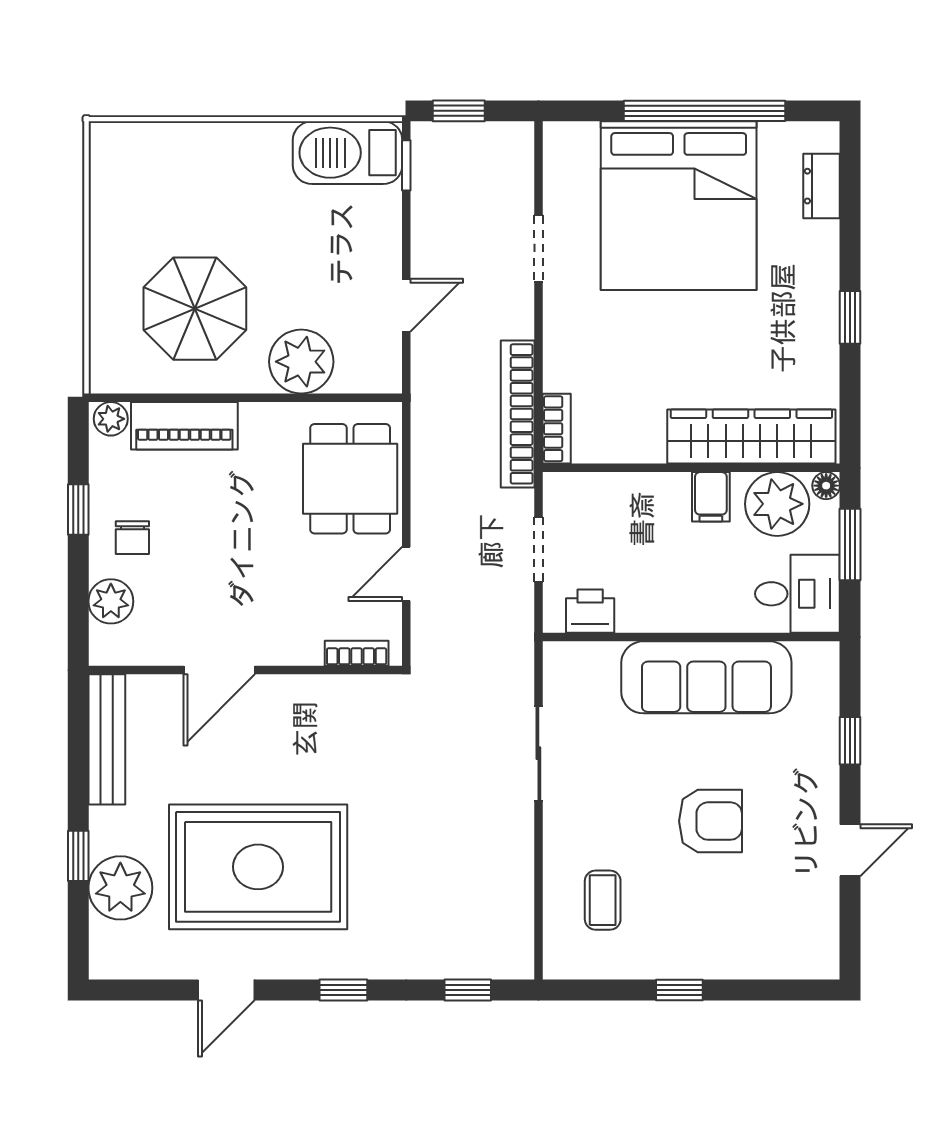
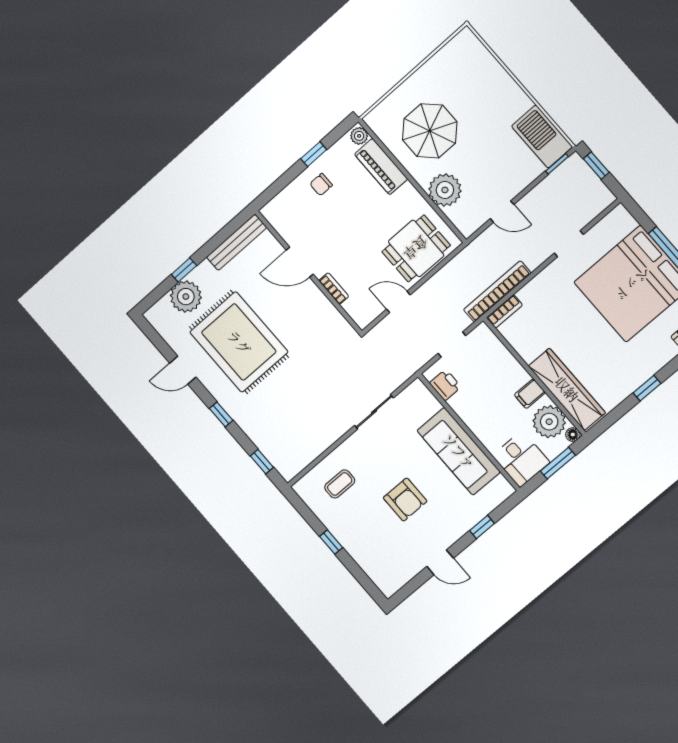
plant: (111, 601) -> (290, 198), removed
bookcase: (357, 653) -> (334, 289), moved

